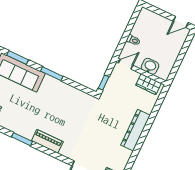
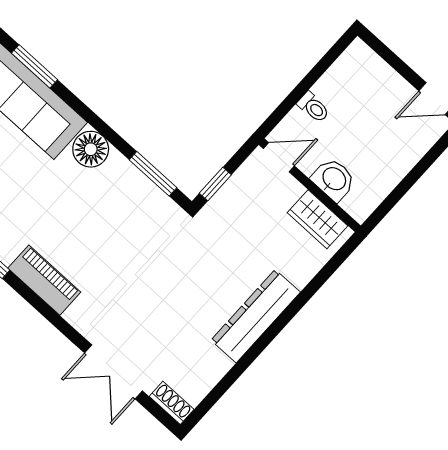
window: (52, 74) -> (153, 174), moved
floor lamp: (50, 84) -> (91, 149), added

